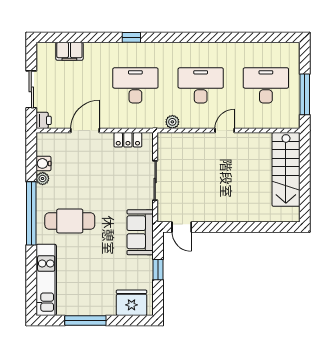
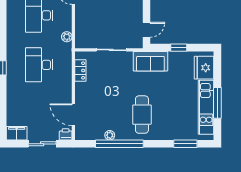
filing cabinet: (69, 51) -> (17, 133), moved, turned -90
door: (85, 131) -> (73, 115), moved
water cooler: (43, 163) -> (98, 135), removed
window: (31, 213) -> (119, 144), moved
window: (31, 278) -> (185, 144), added
kitchen unit: (46, 280) -> (206, 107), moved, turned -90

